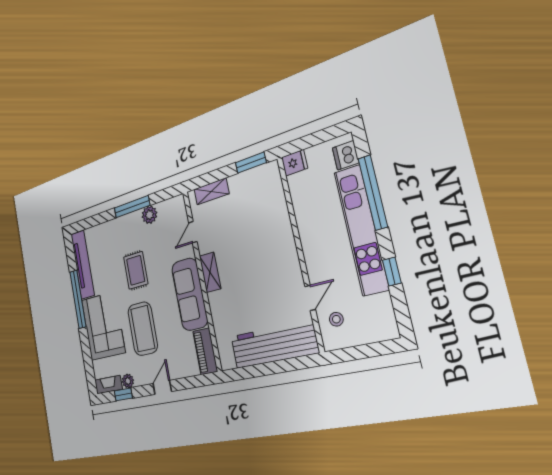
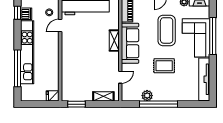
dishwasher: (346, 155) -> (26, 14), moved
window: (132, 207) -> (159, 104), width x1.46
rug: (136, 270) -> (164, 66), turned 90
shelving: (210, 272) -> (114, 41), moved
window: (392, 272) -> (18, 13), moved
window: (78, 299) -> (213, 36), moved

